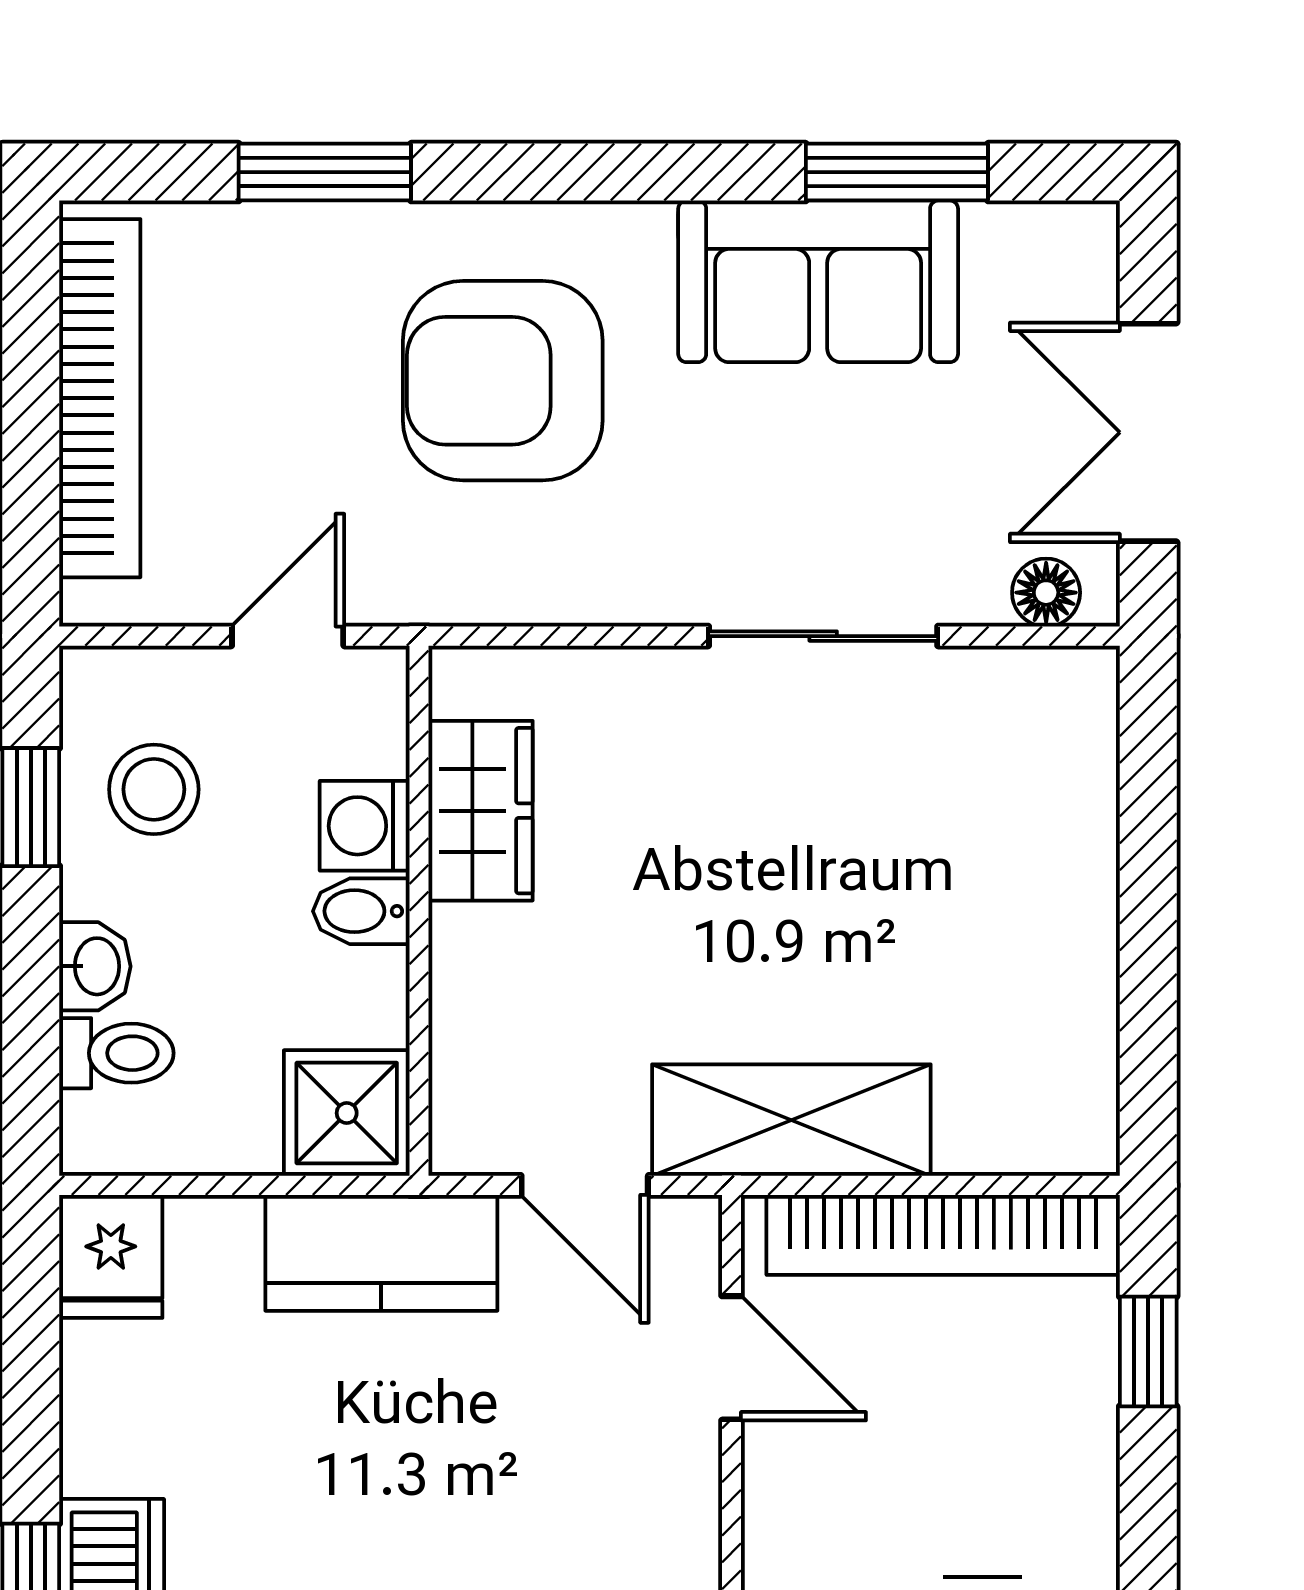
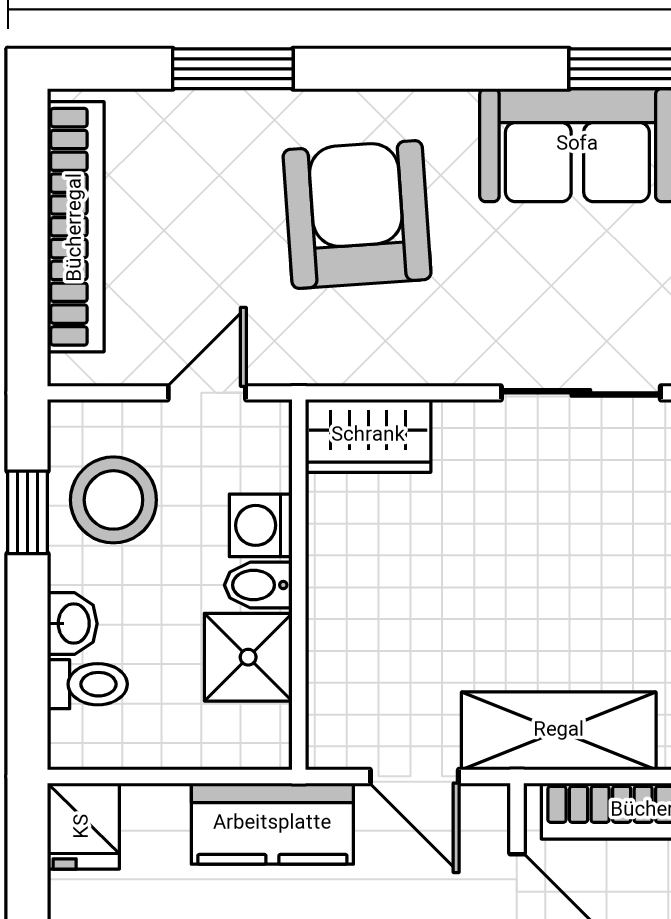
armchair: (503, 381) -> (357, 215), turned 86
stool: (154, 789) -> (113, 500), width x1.38, depth x1.38
wardrobe: (481, 811) -> (368, 436), moved, turned 90
shower: (347, 1113) -> (248, 657), moved

